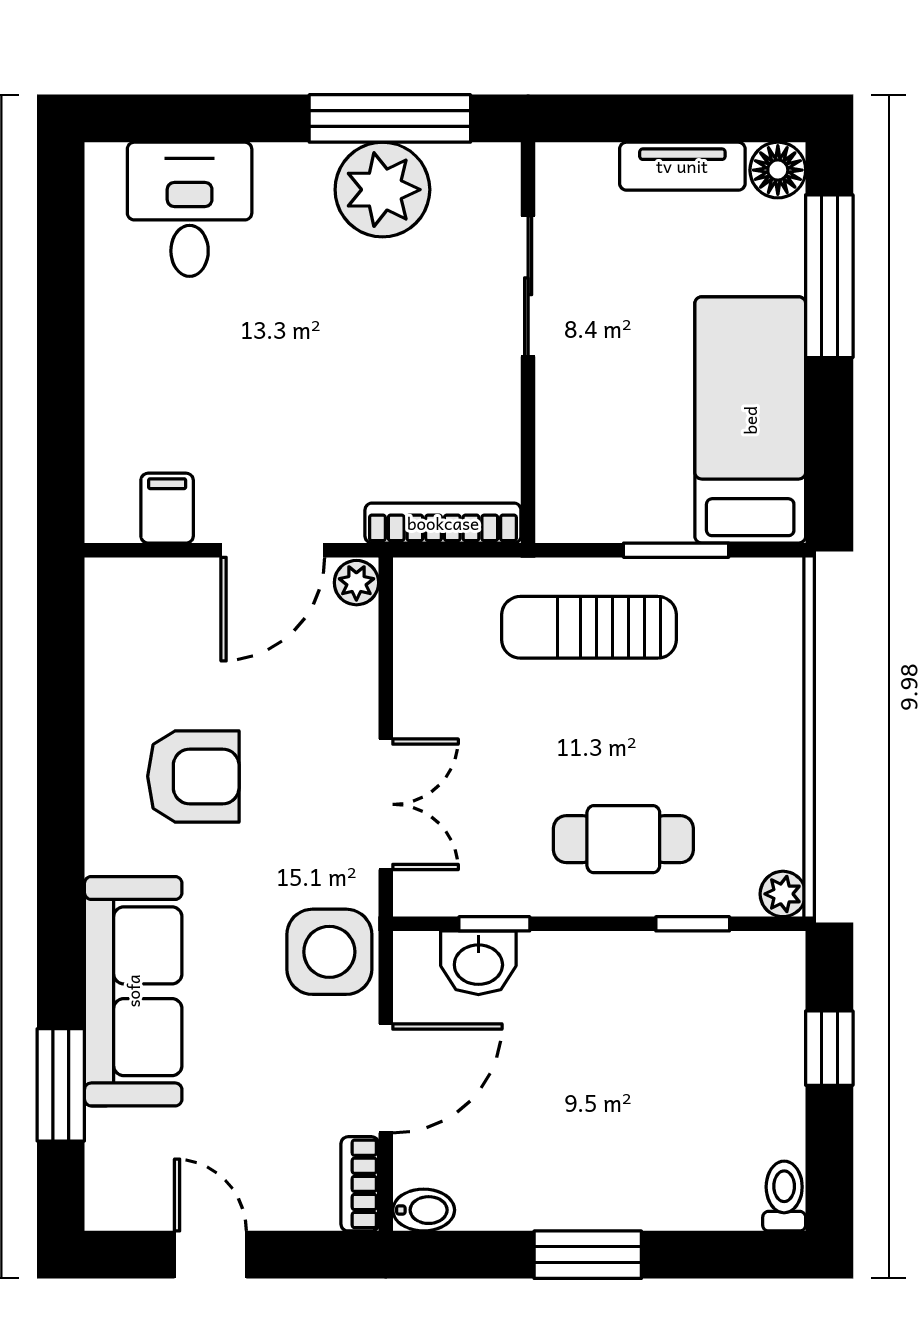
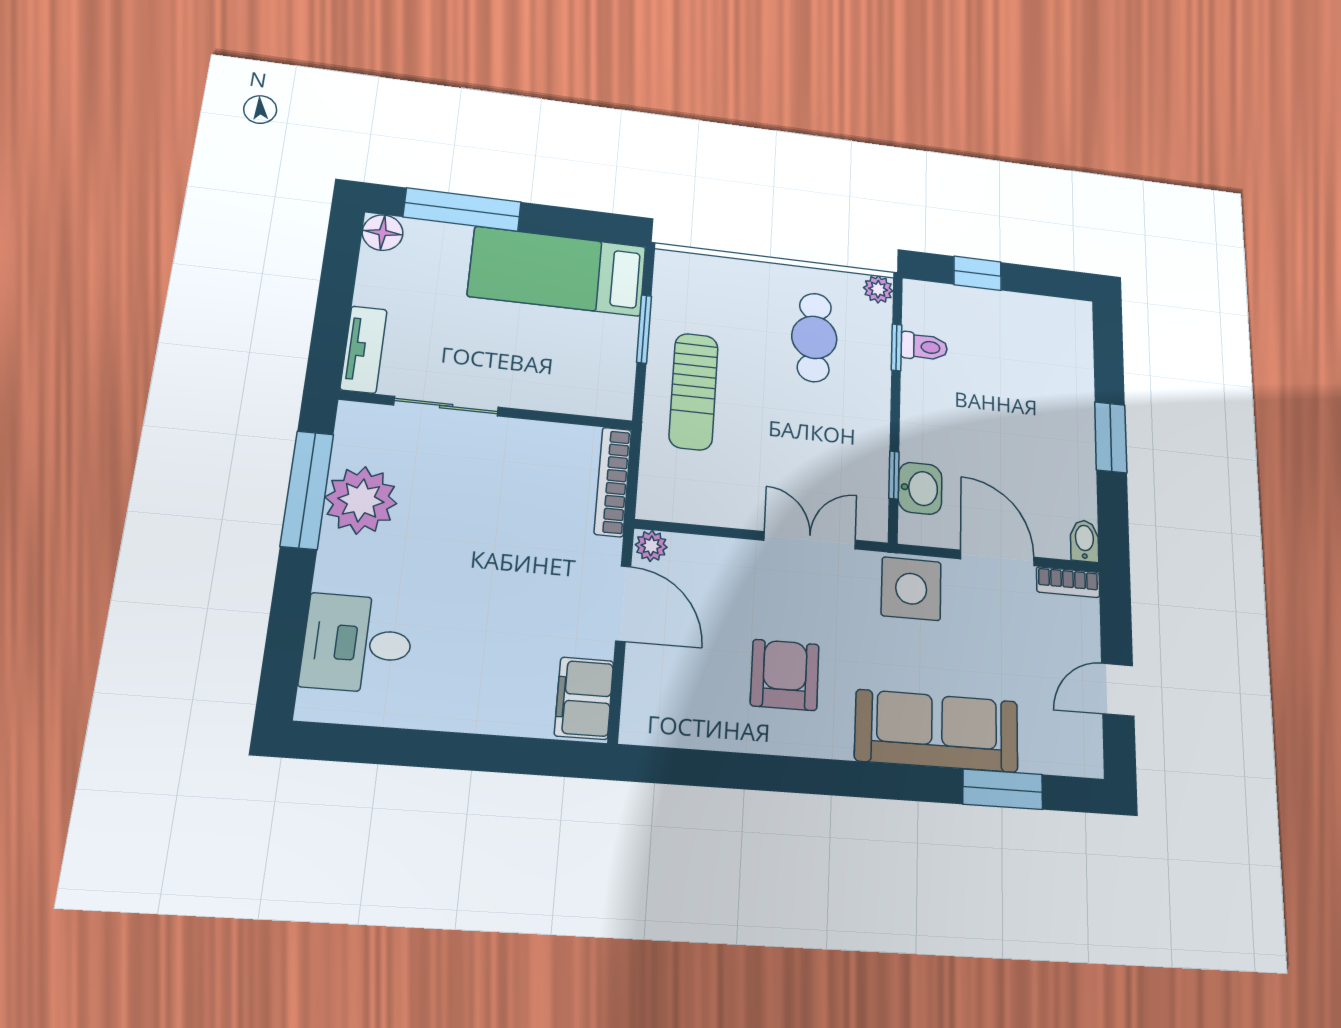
tv unit: (682, 166) -> (364, 350), moved
filing cabinet: (167, 508) -> (584, 698), width x2.00
cafe table: (623, 839) -> (814, 337), moved
toilet: (784, 1196) -> (924, 347), moved, turned 180

